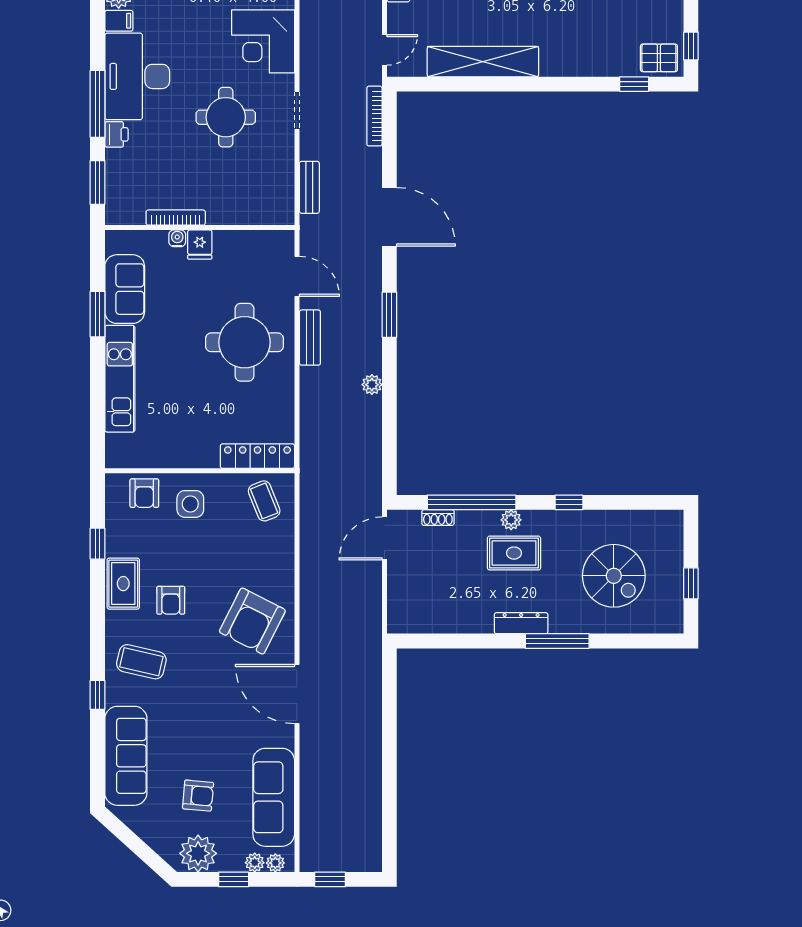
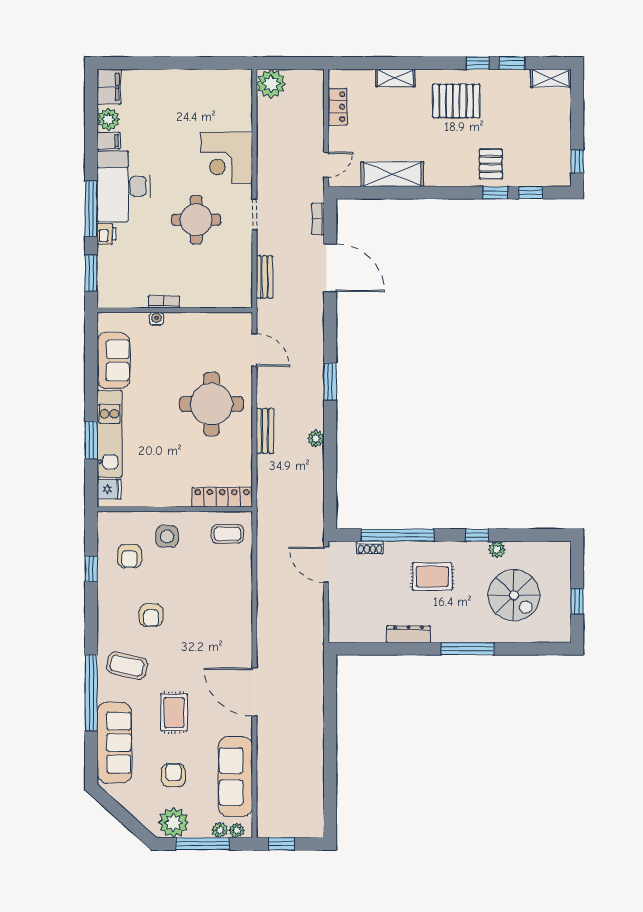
pallet: (659, 58) -> (491, 164), moved, turned 90
shelving: (483, 62) -> (392, 174), width x0.68
window: (591, 84) -> (495, 193), added
bookcase: (374, 116) -> (318, 219), width x0.64
door: (389, 217) -> (330, 268), moved
bookcase: (176, 218) -> (164, 302), width x0.64
fridge: (200, 245) -> (109, 489), moved, turned -90
window: (98, 314) -> (91, 440), moved
bench: (310, 338) -> (265, 431), moved
armchair: (144, 493) -> (129, 556), moved
coffee table: (264, 501) -> (228, 534), turned -68
plant: (511, 520) -> (497, 549), moved
door: (385, 538) -> (326, 565), hinge flipped
rug: (123, 584) -> (174, 712), moved
armchair: (252, 621) -> (218, 632), removed
dresser: (521, 623) -> (408, 634), moved
window: (98, 695) -> (91, 693), width x3.17
armchair: (198, 796) -> (173, 775), turned -95
window: (234, 879) -> (203, 844), width x2.17

